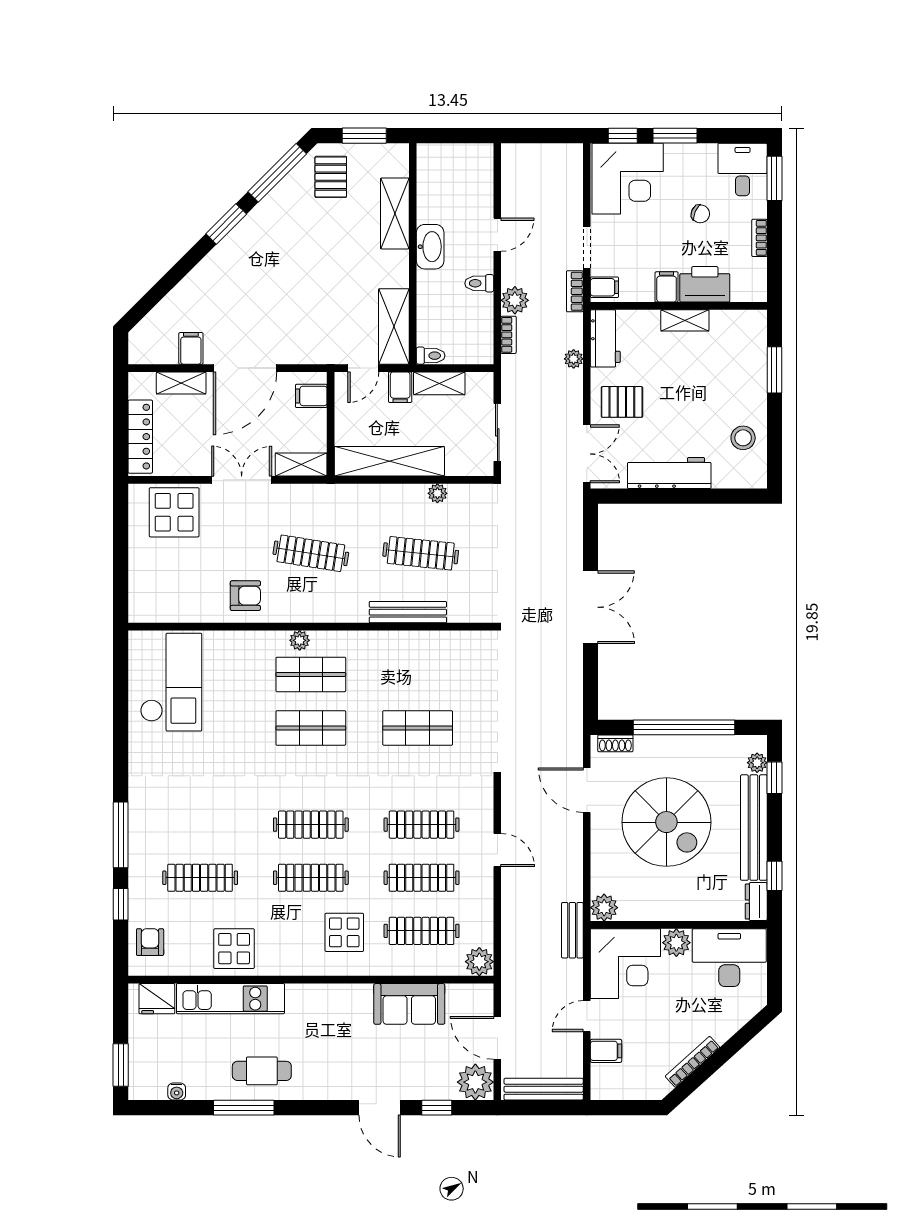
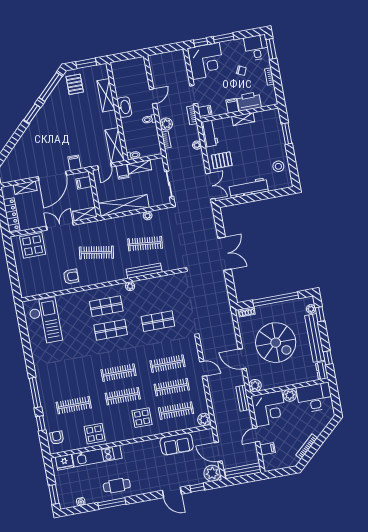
filing cabinet: (191, 348) -> (74, 163), moved
plant: (300, 640) -> (130, 286), moved
door: (587, 790) -> (242, 359), moved

